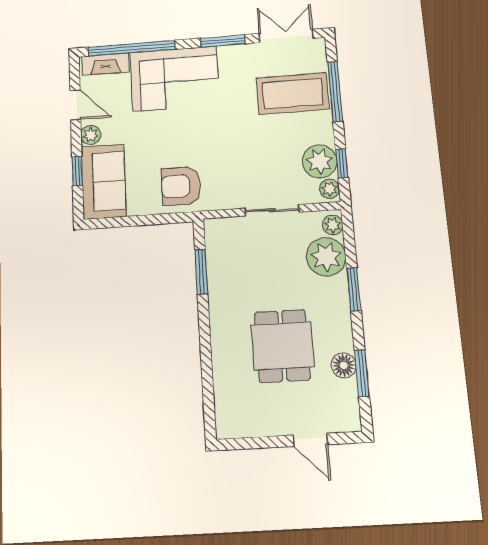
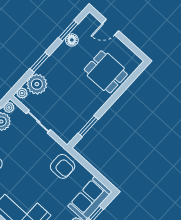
dining table: (282, 346) -> (106, 72), moved, turned 90
door: (310, 440) -> (111, 27), swing flipped

